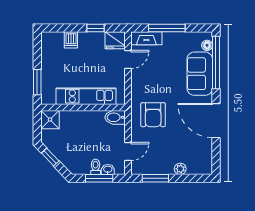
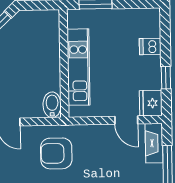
shower: (50, 120) -> (48, 21), removed

